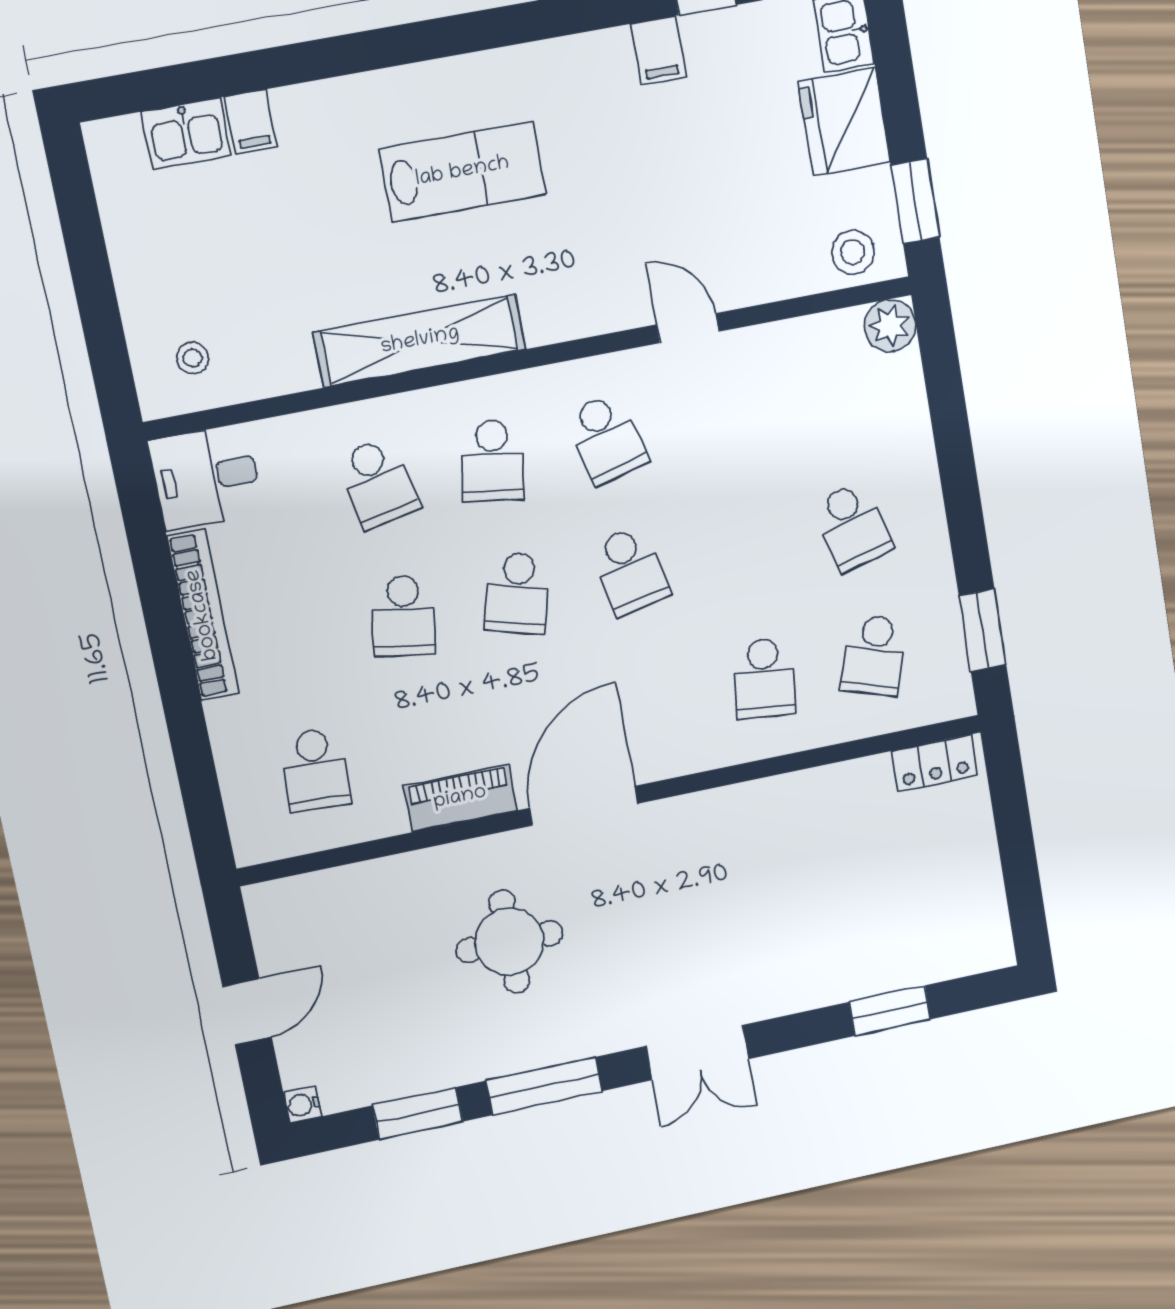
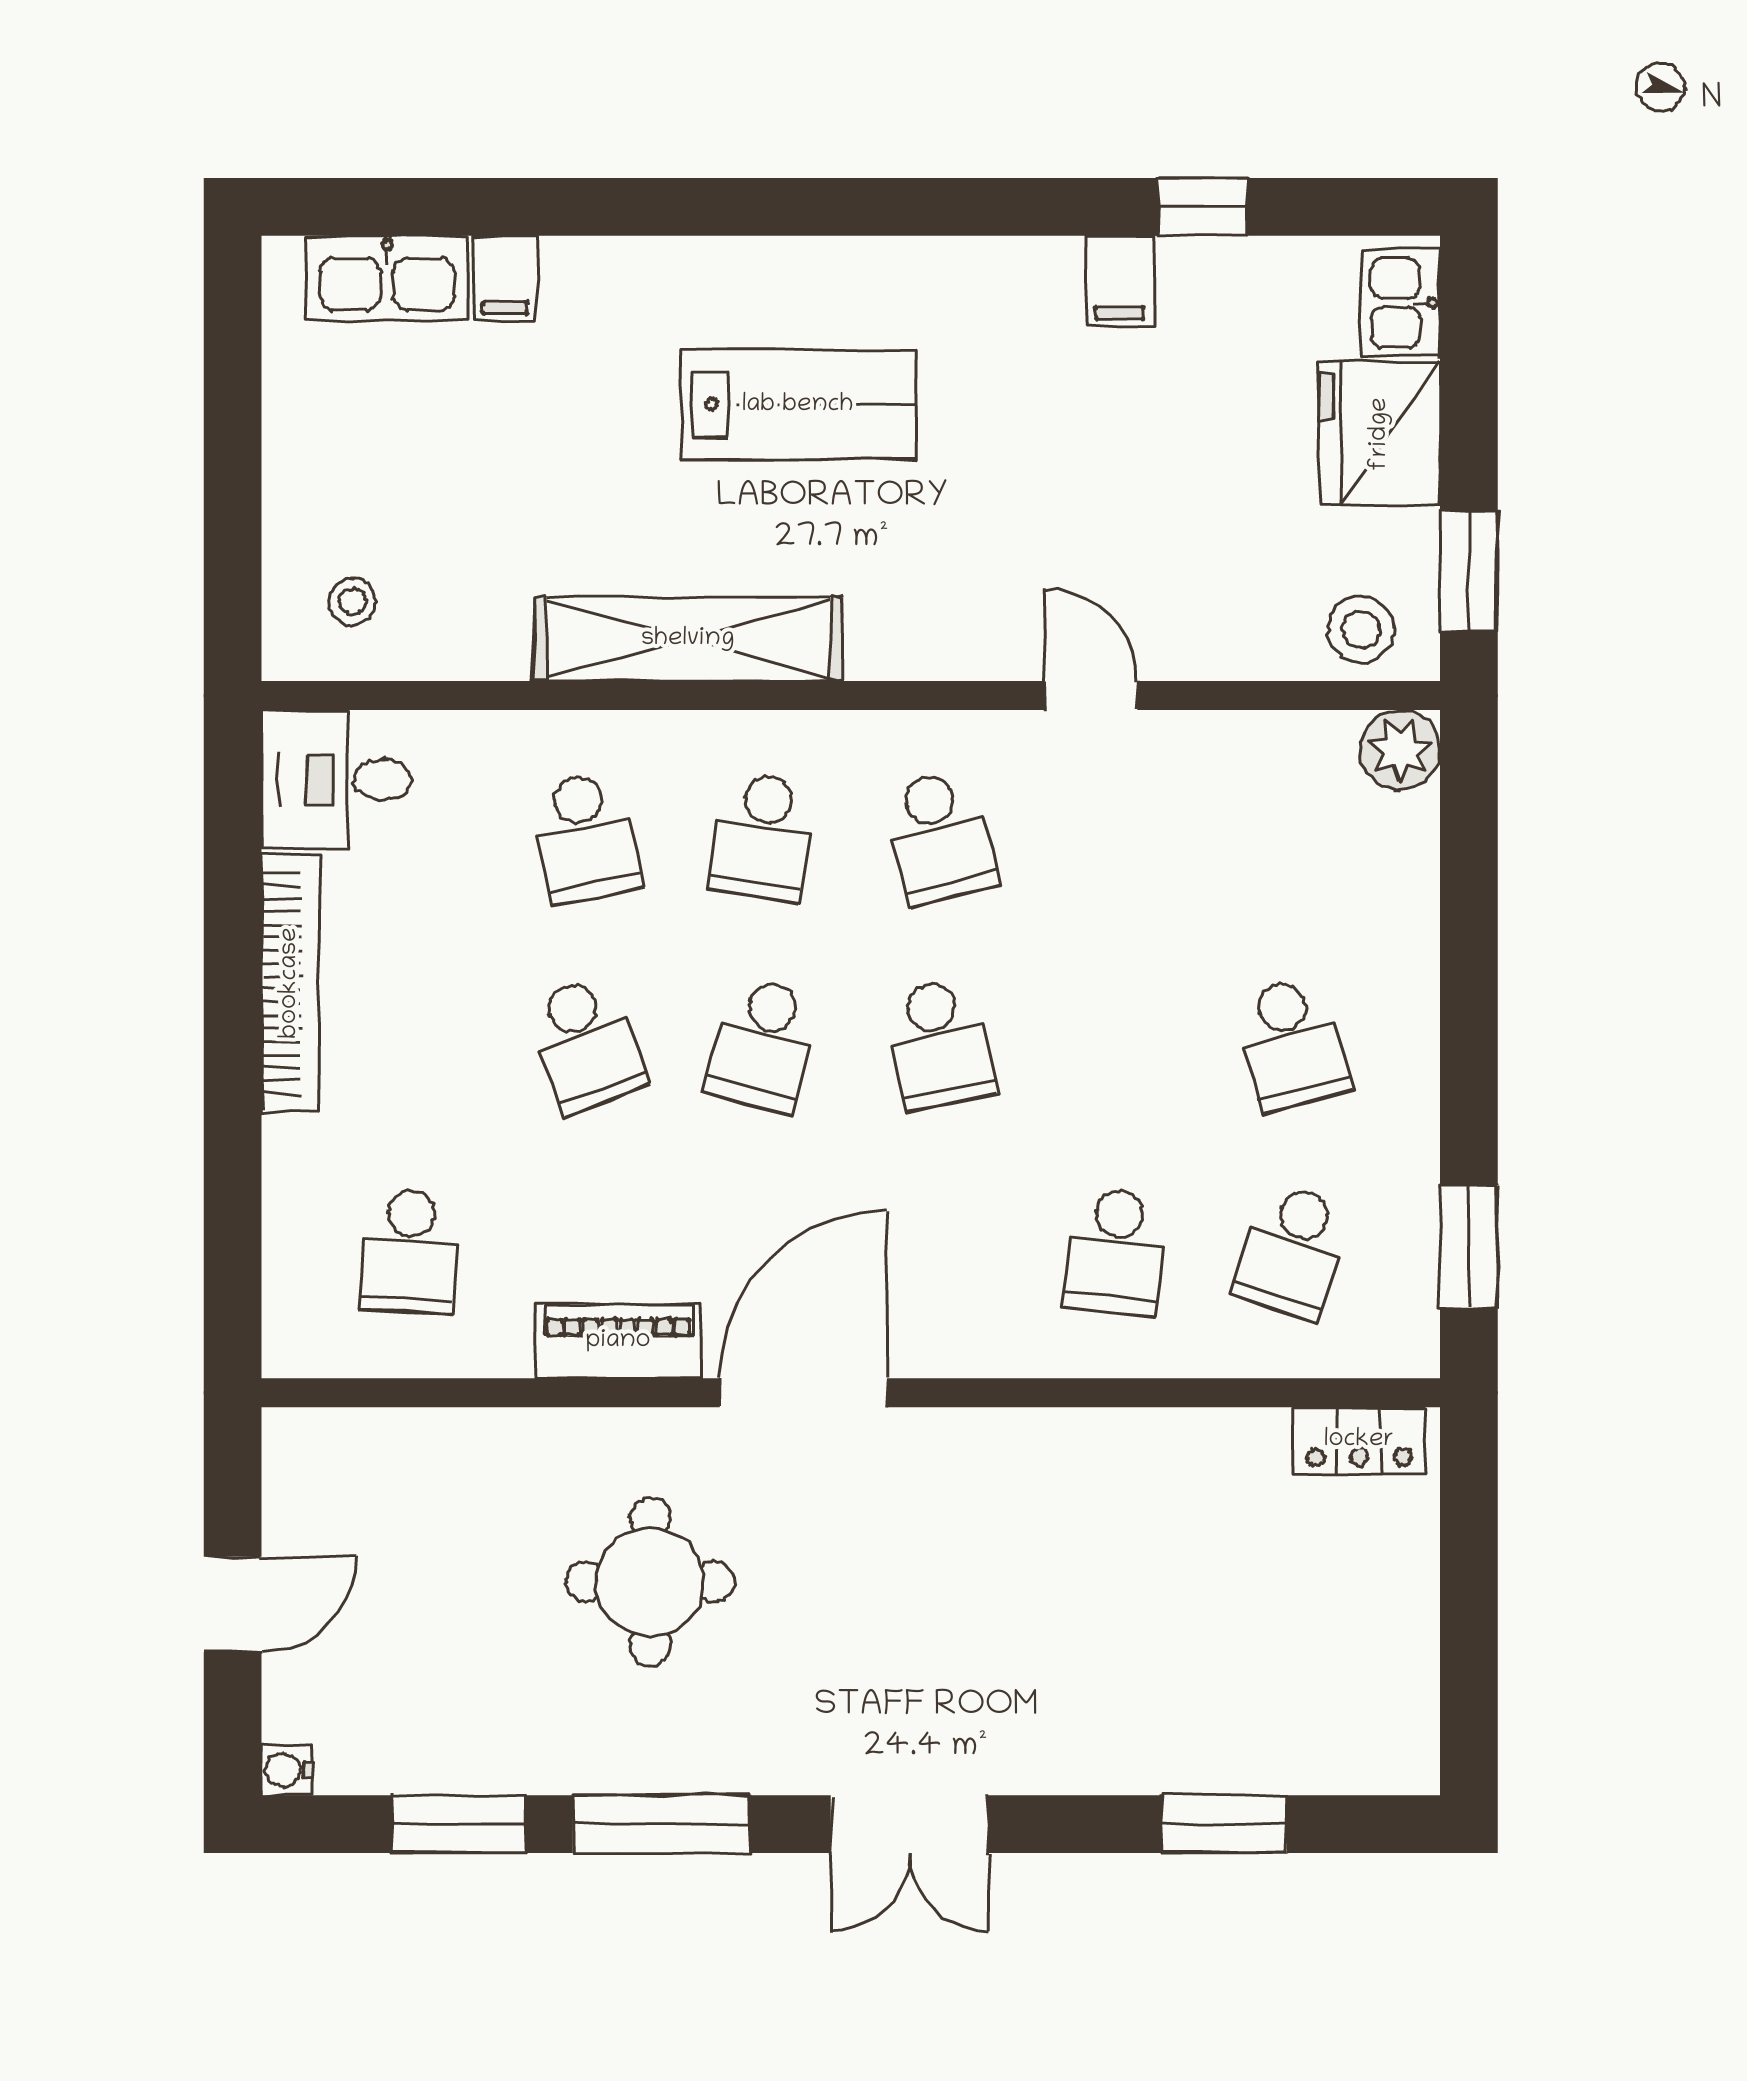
kitchen sink: (186, 134) -> (387, 278), width x1.38
school desk: (404, 616) -> (586, 1044), turned -30

